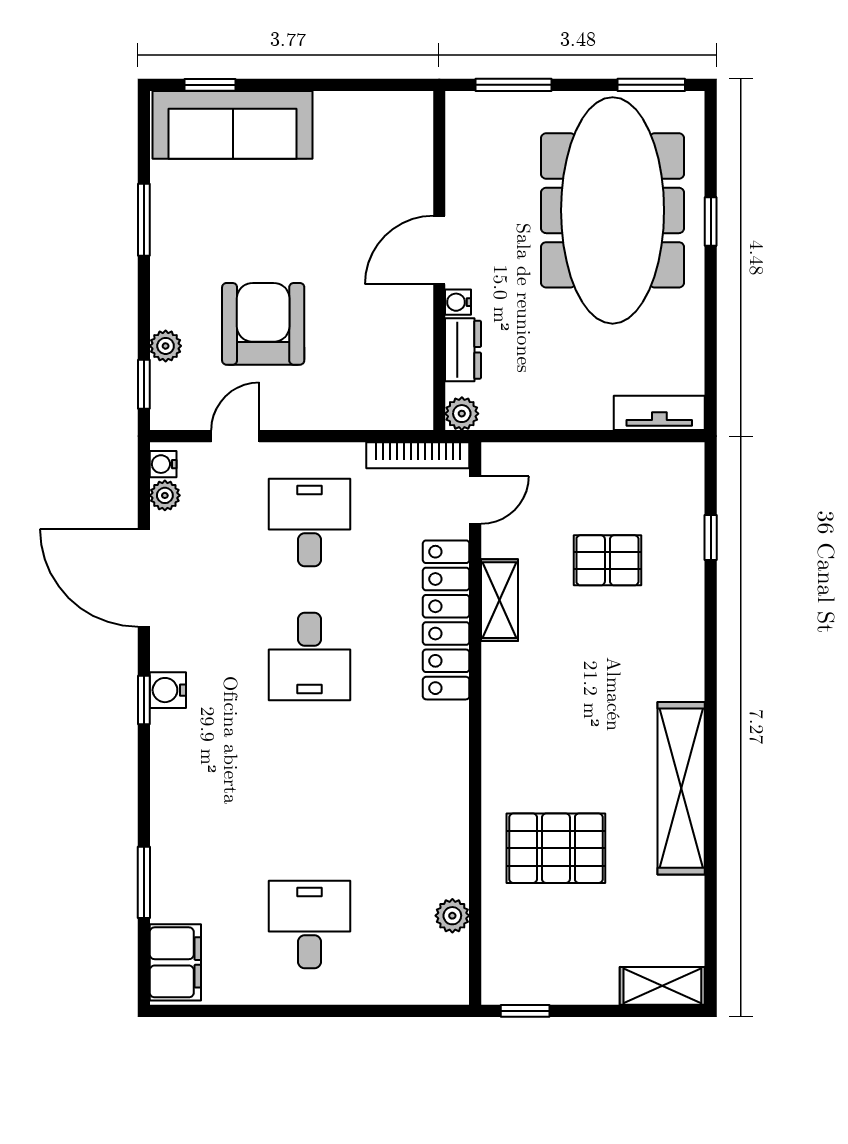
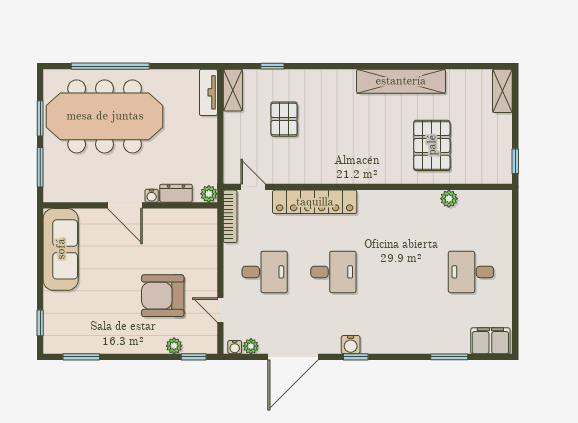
window: (651, 85) -> (40, 118), moved
sofa: (233, 125) -> (61, 249), moved
window: (144, 220) -> (81, 357), moved
window: (711, 221) -> (110, 66), width x3.17
desk: (310, 523) -> (265, 272), turned 180
shelving: (500, 600) -> (233, 90), moved, turned 90
plant: (452, 916) -> (449, 199), moved

